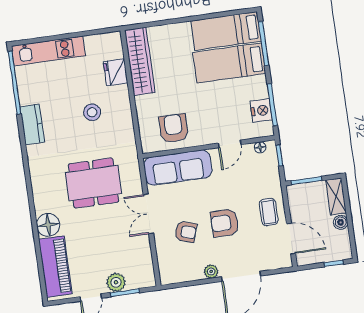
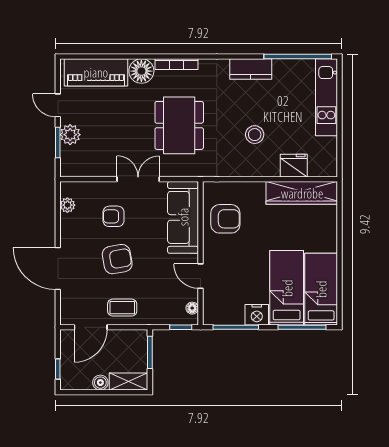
nightstand: (261, 111) -> (257, 315), moved
bookcase: (37, 193) -> (177, 64), added
armchair: (225, 223) -> (117, 259), turned 80
armchair: (186, 232) -> (114, 216), turned 72
plant: (211, 271) -> (67, 205), moved

